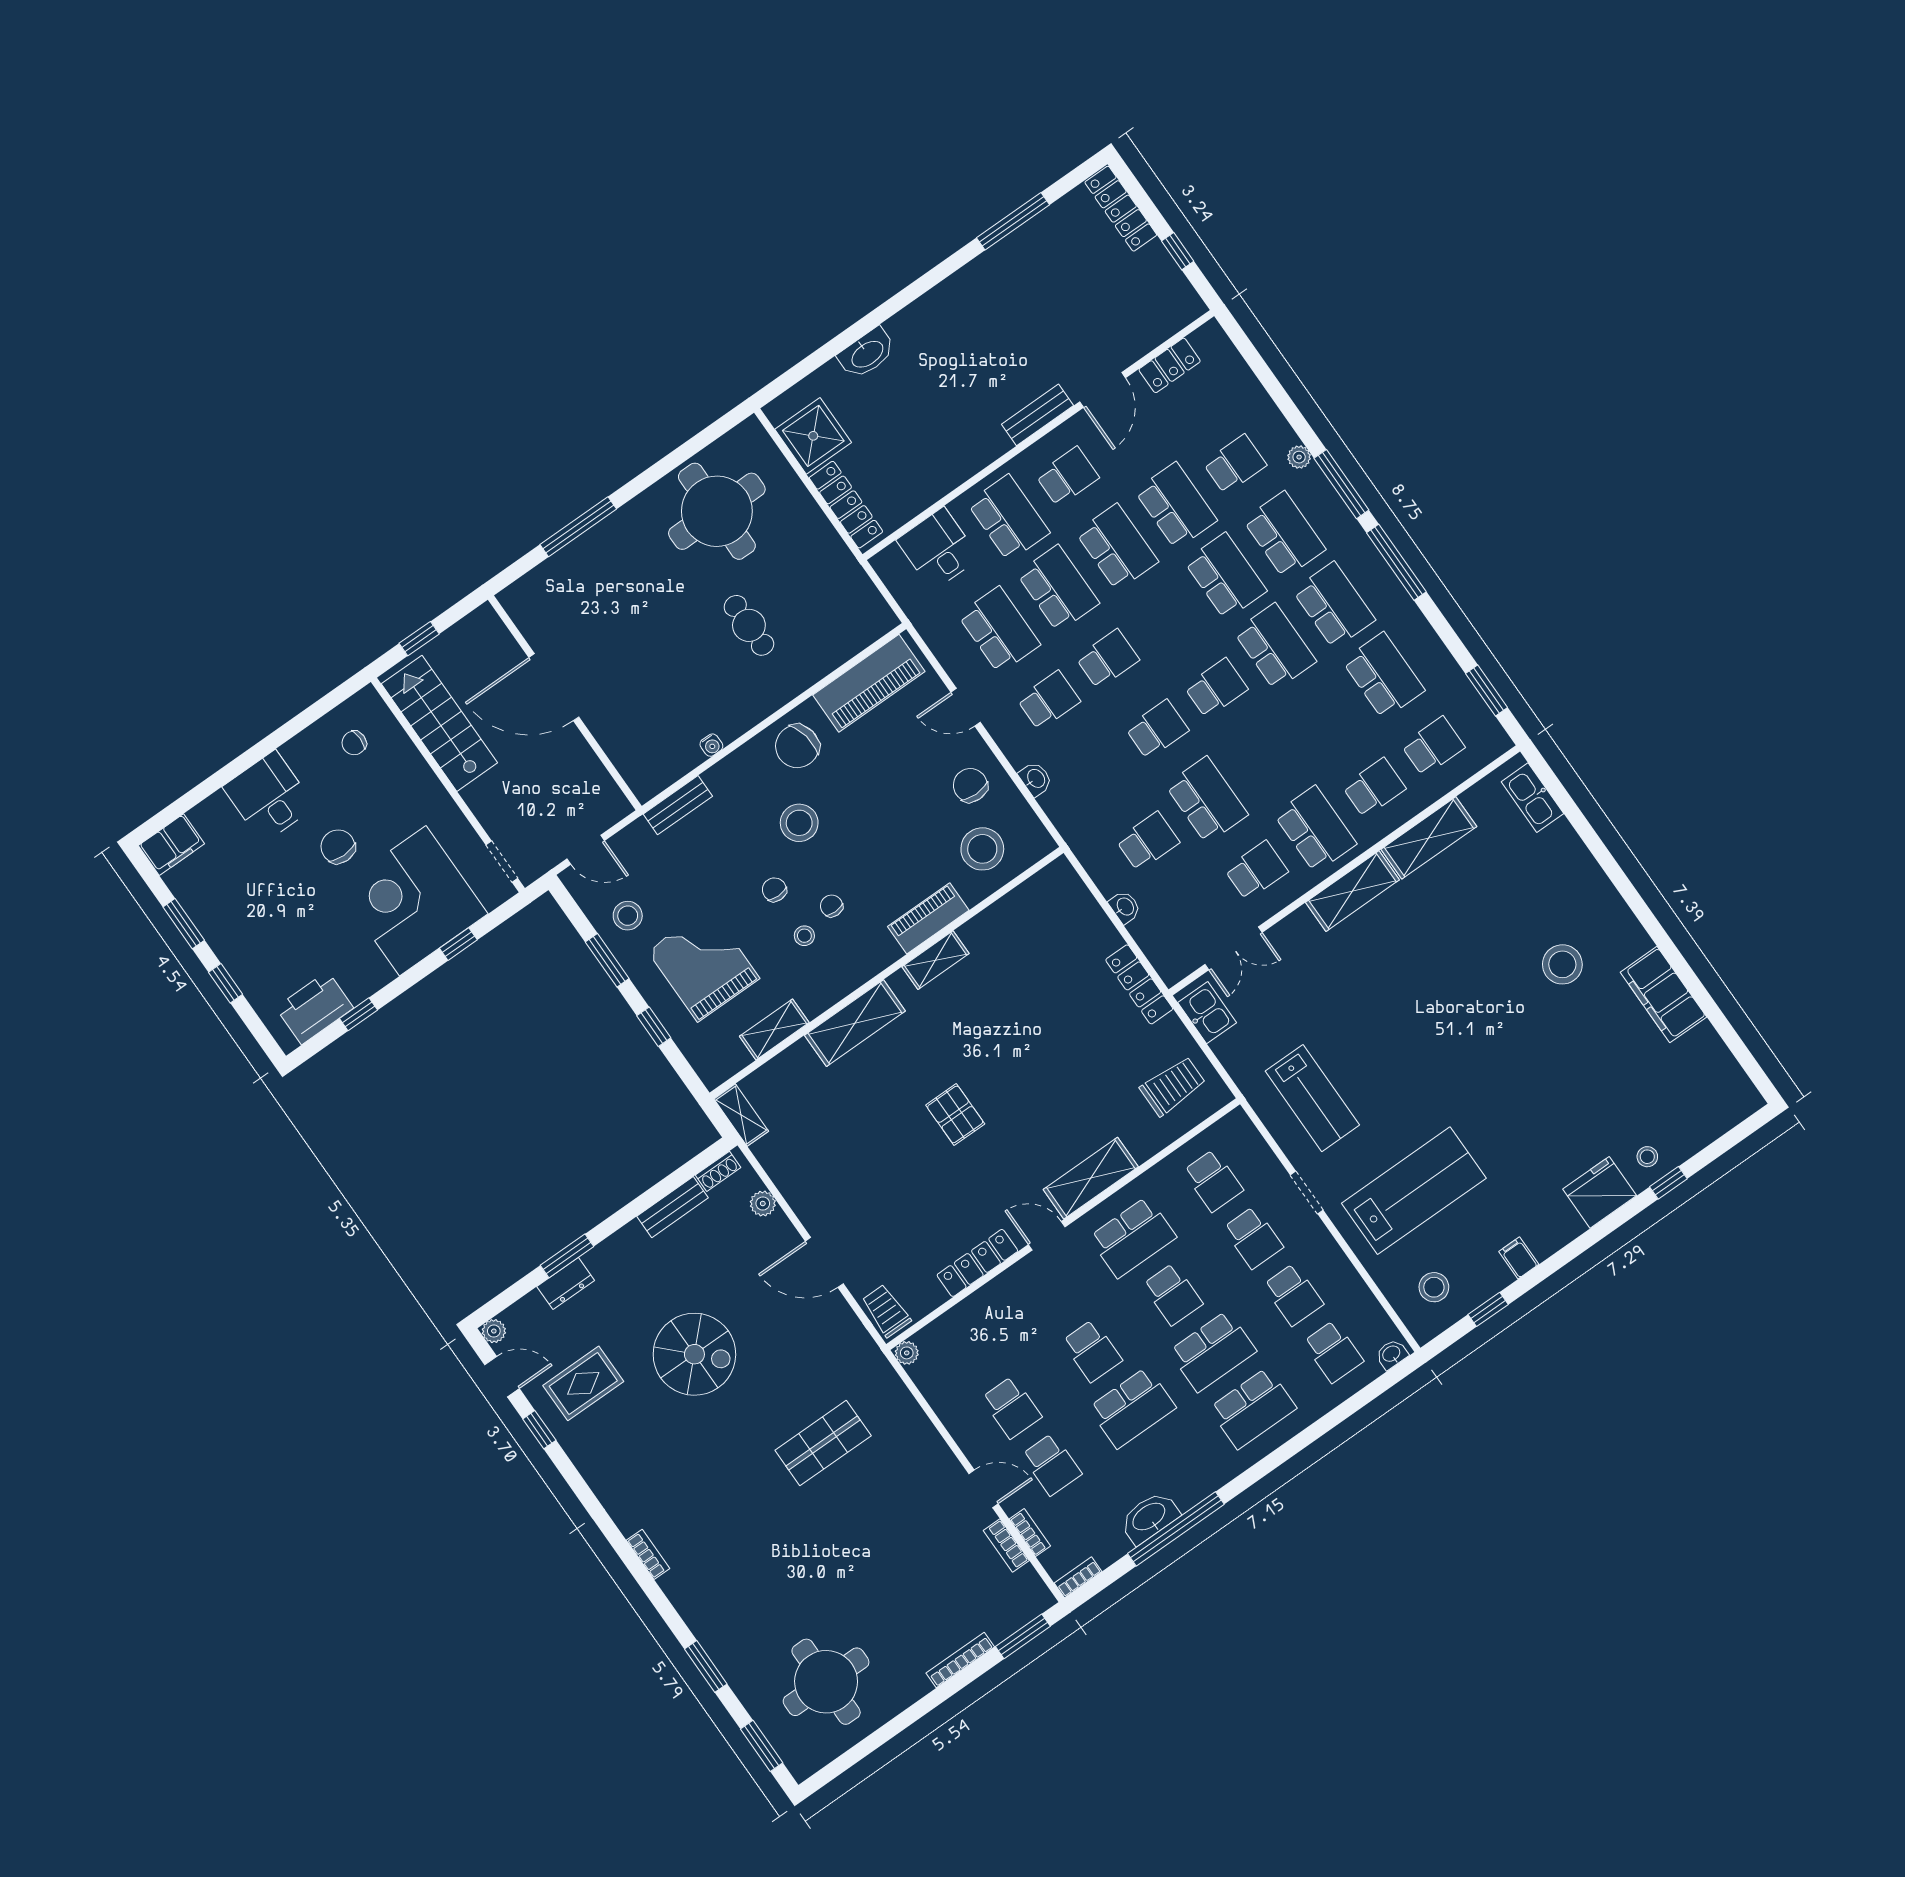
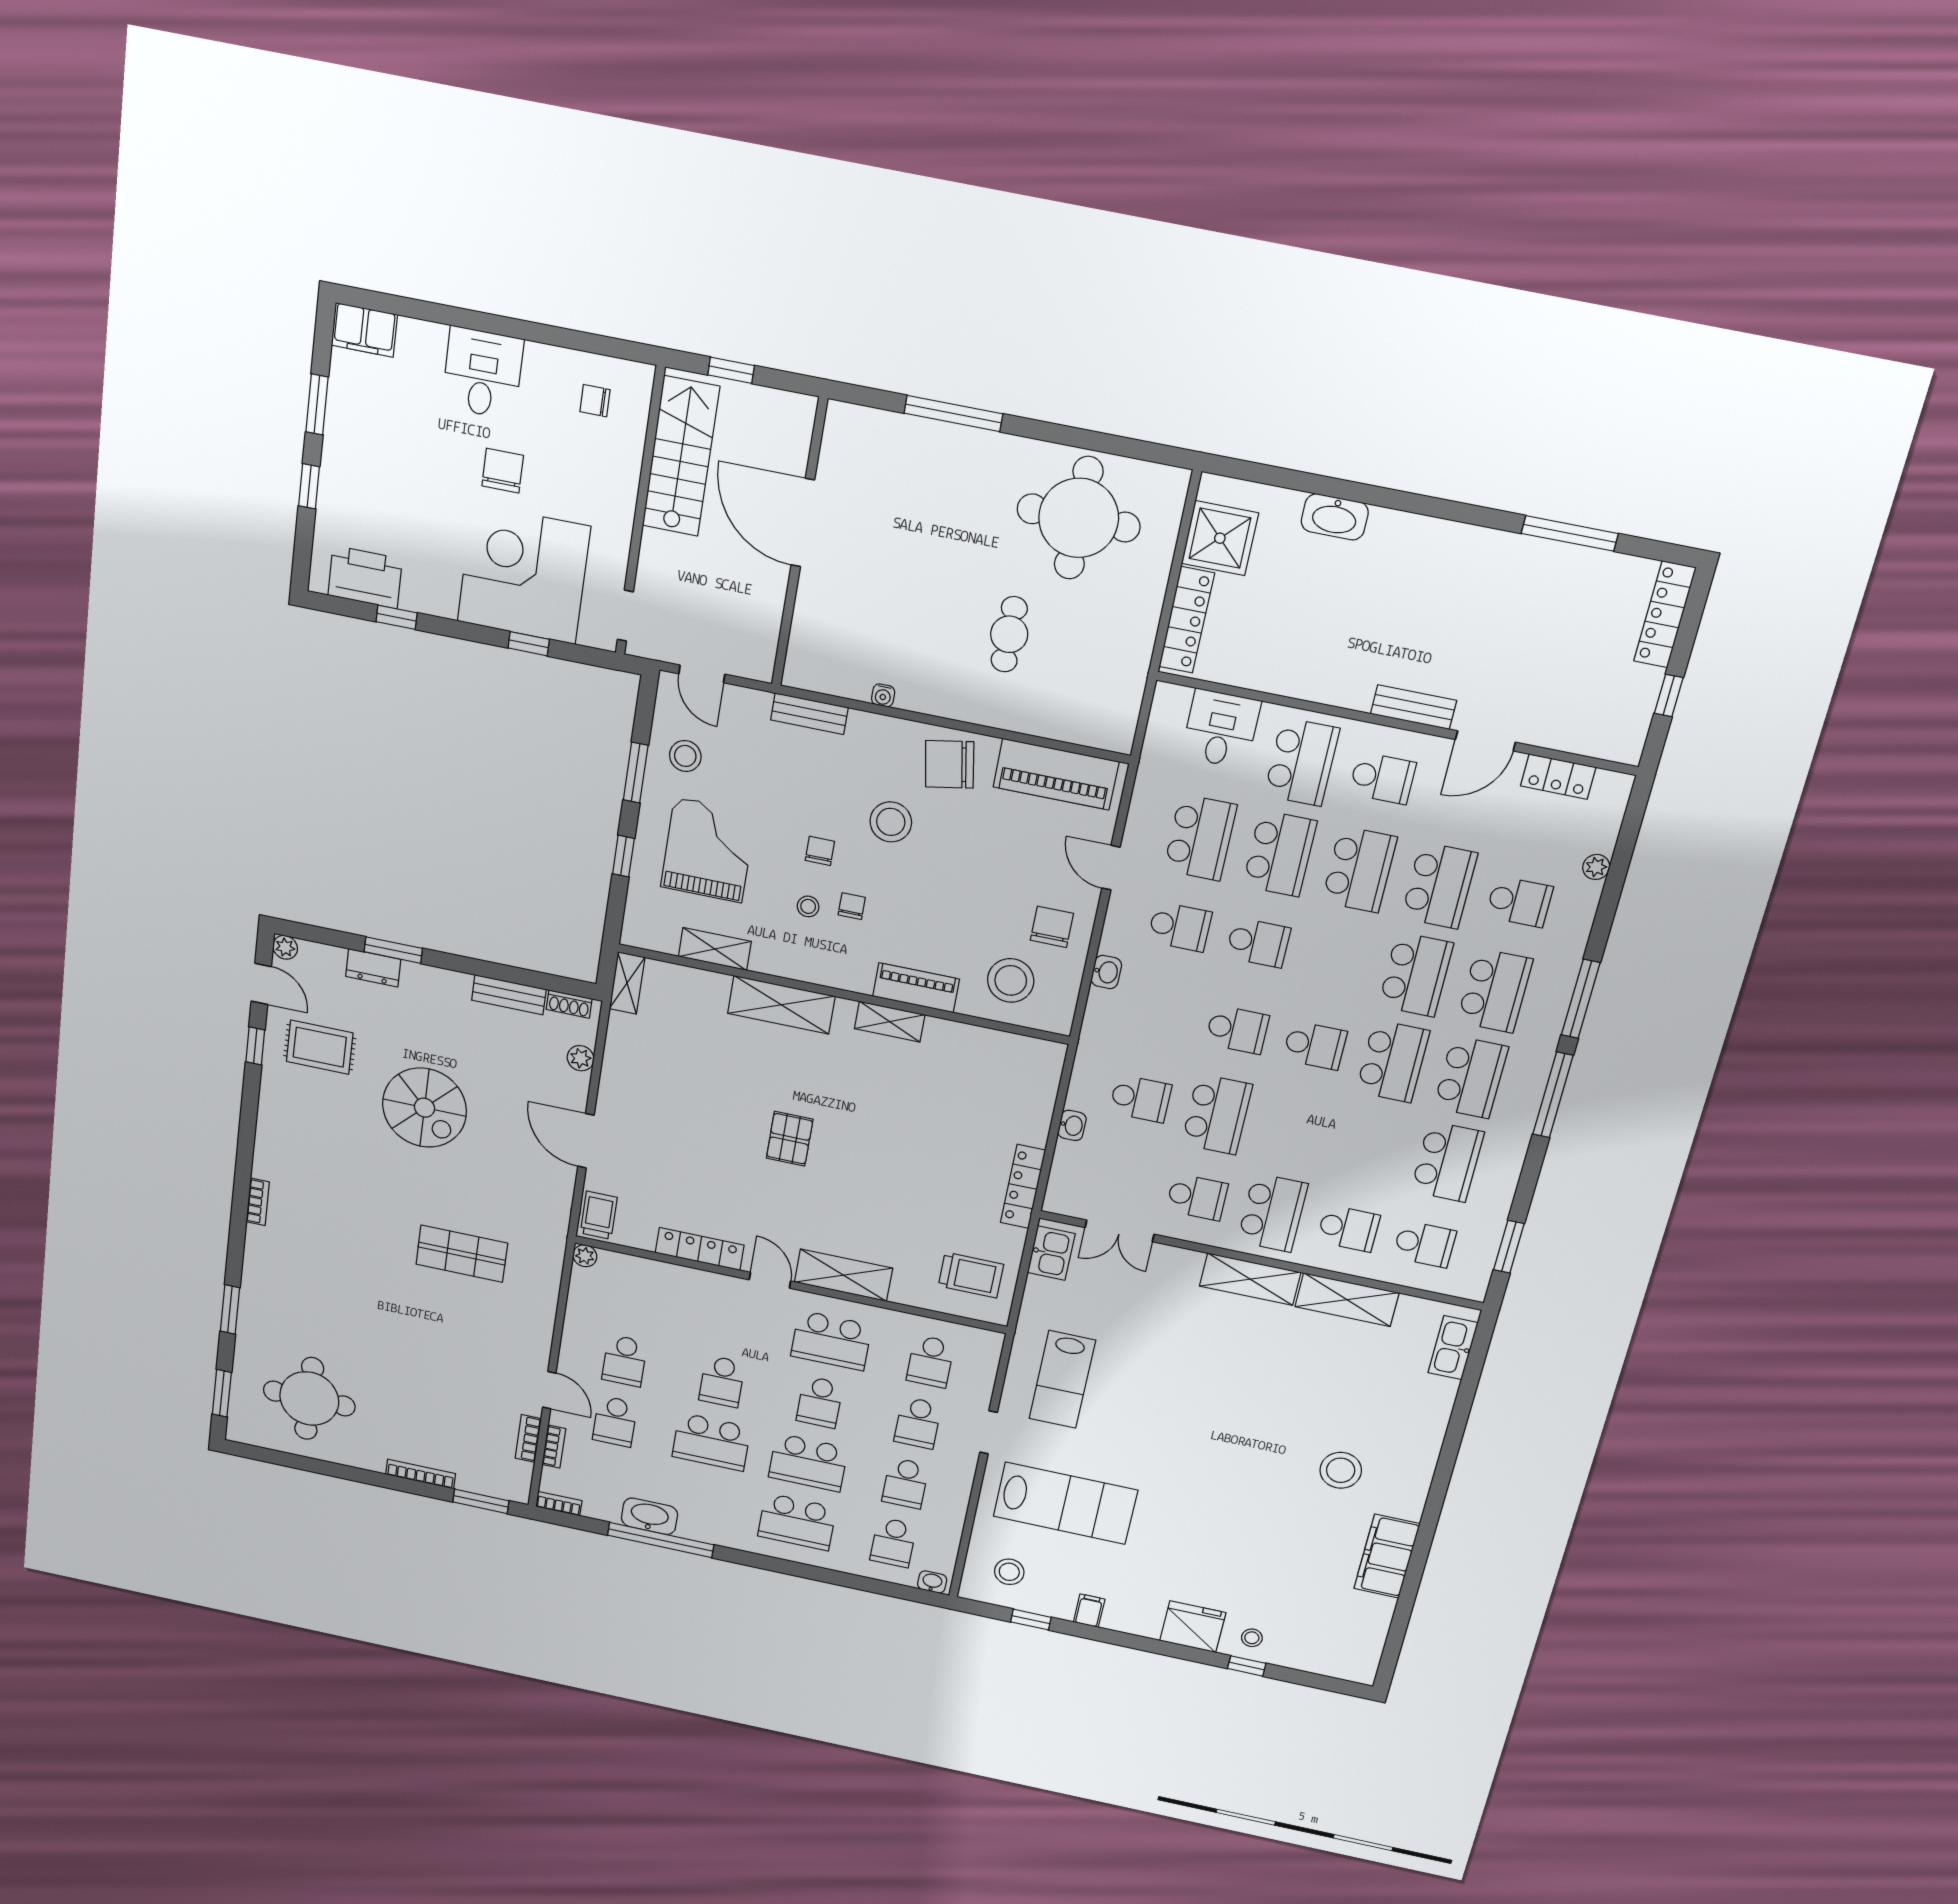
plant: (1299, 457) -> (1596, 867), moved

